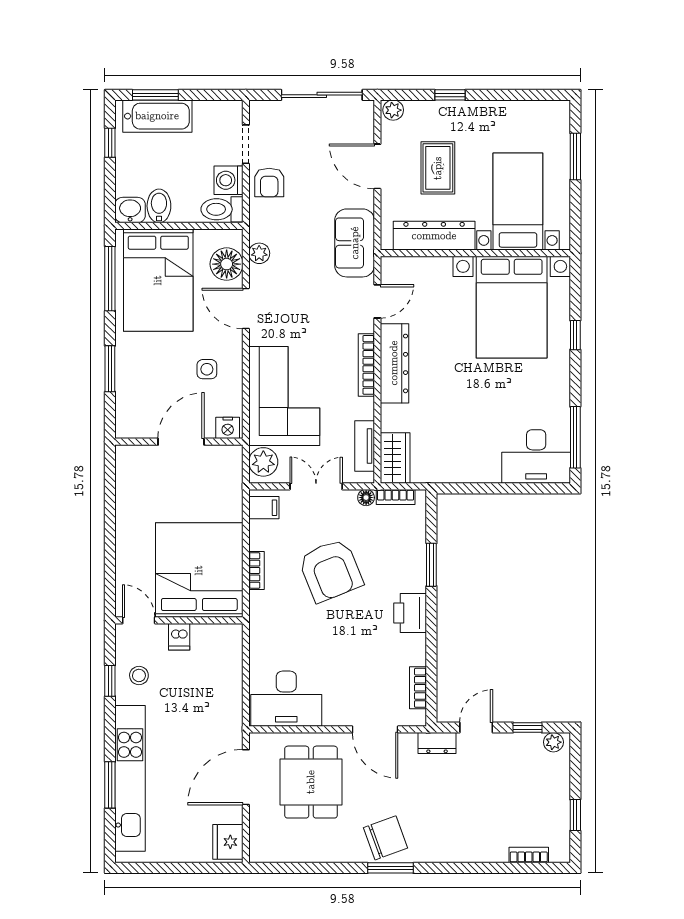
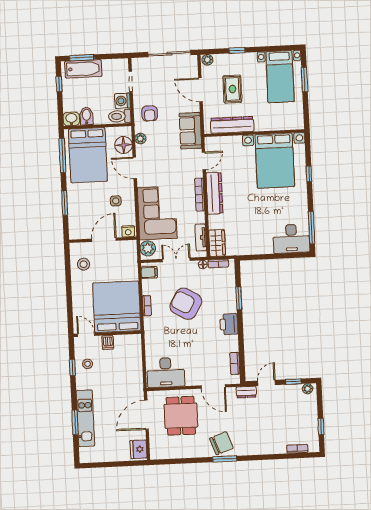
armchair: (269, 182) -> (150, 113), moved
bed with nightstands: (518, 201) -> (280, 77), moved, turned 180
stool: (140, 486) -> (84, 264), added
armchair: (331, 570) -> (186, 304), turned 142
kitchen unit: (130, 778) -> (85, 418), width x0.73

